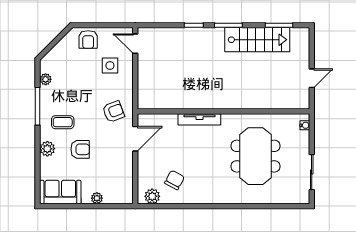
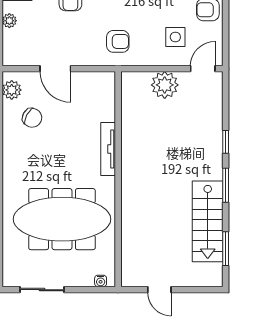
plant: (148, 74) -> (165, 85), added
armchair: (113, 112) -> (118, 41), turned -69
door: (135, 139) -> (55, 69), moved
meeting table: (255, 156) -> (62, 219), width x1.36

